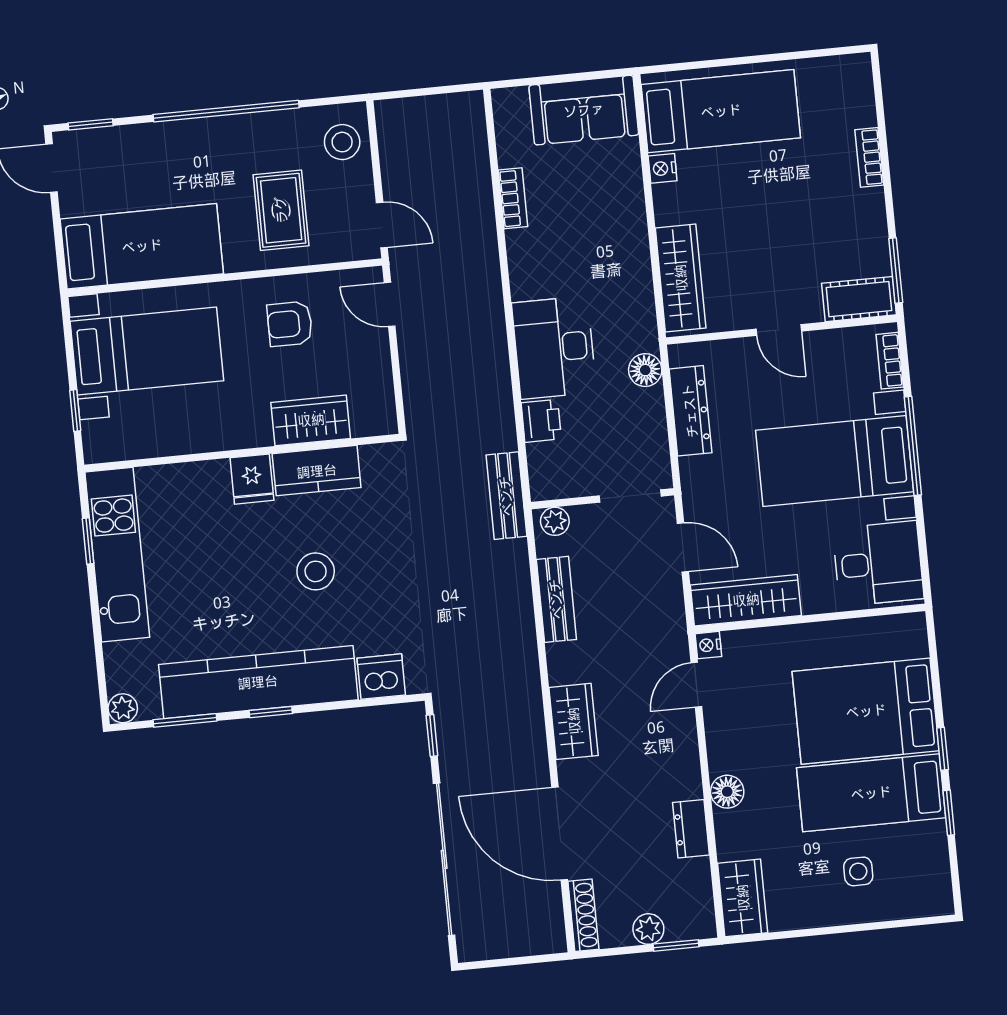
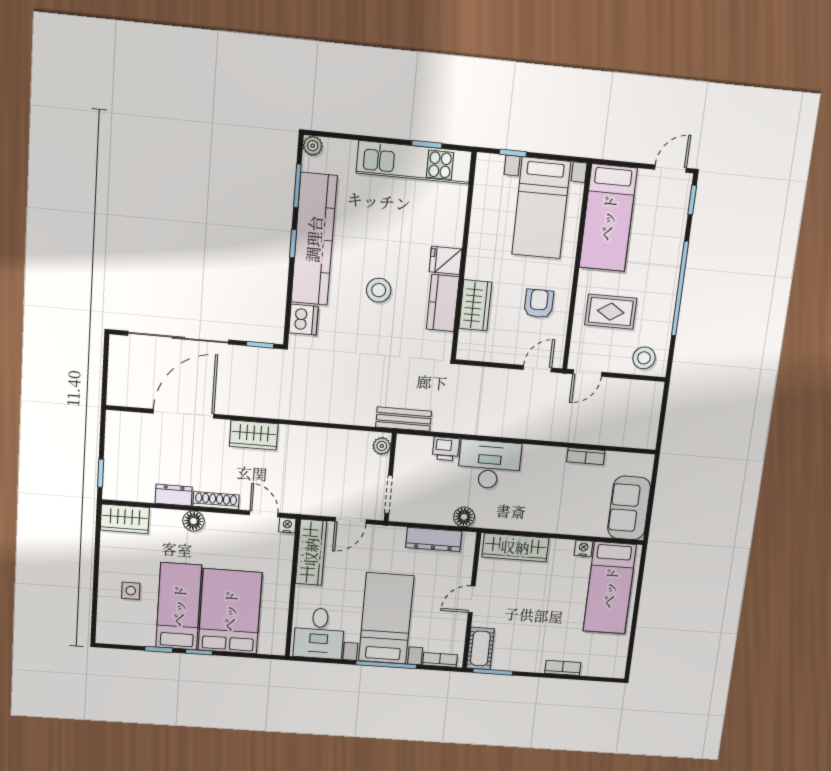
bench: (556, 599) -> (333, 438), removed
shoe rack: (583, 915) -> (216, 501), moved, turned 180
plant: (648, 929) -> (114, 458), removed

